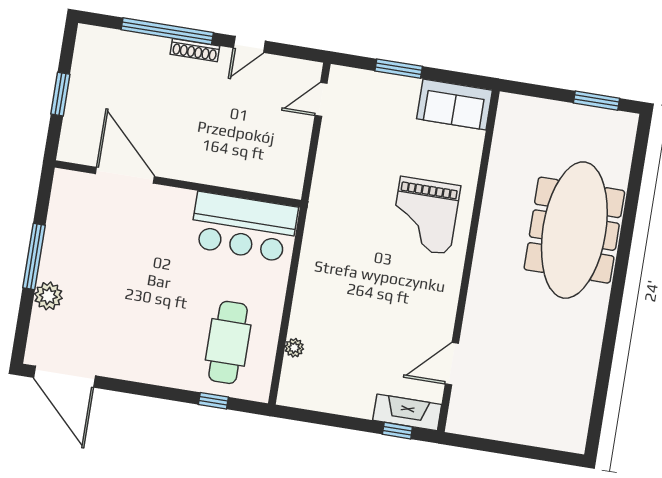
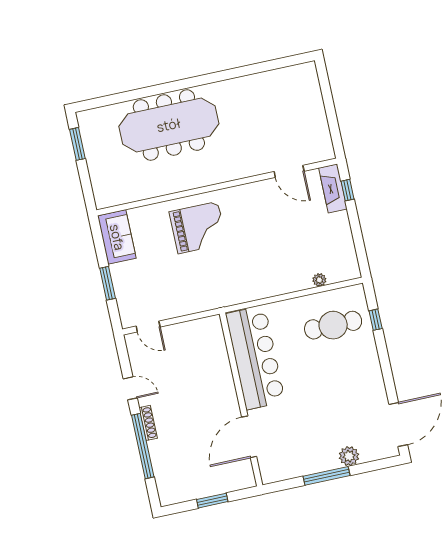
bar counter: (244, 227) -> (255, 358), width x1.36

